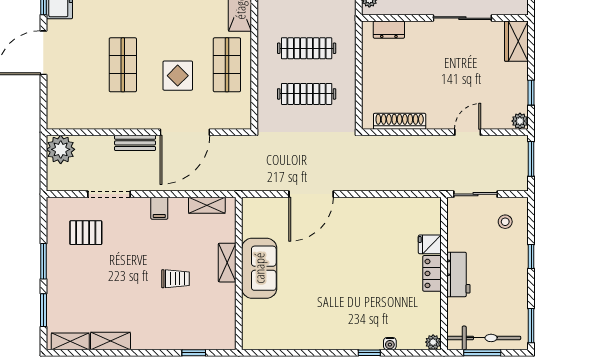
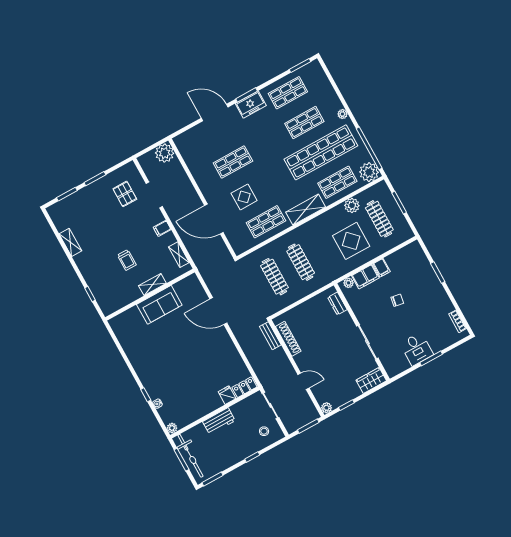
bench: (135, 143) -> (270, 336), moved
locker: (432, 273) -> (244, 387), moved
shelving: (70, 341) -> (57, 219), removed

